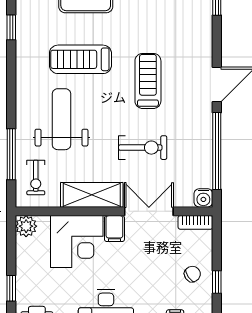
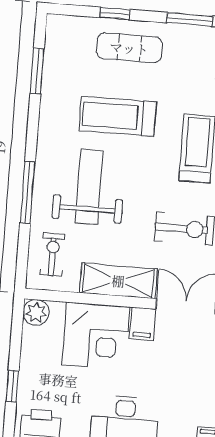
window: (11, 27) -> (37, 71), width x1.50
window: (11, 154) -> (28, 192), moved
exercise bike: (36, 178) -> (52, 255), turned 180

